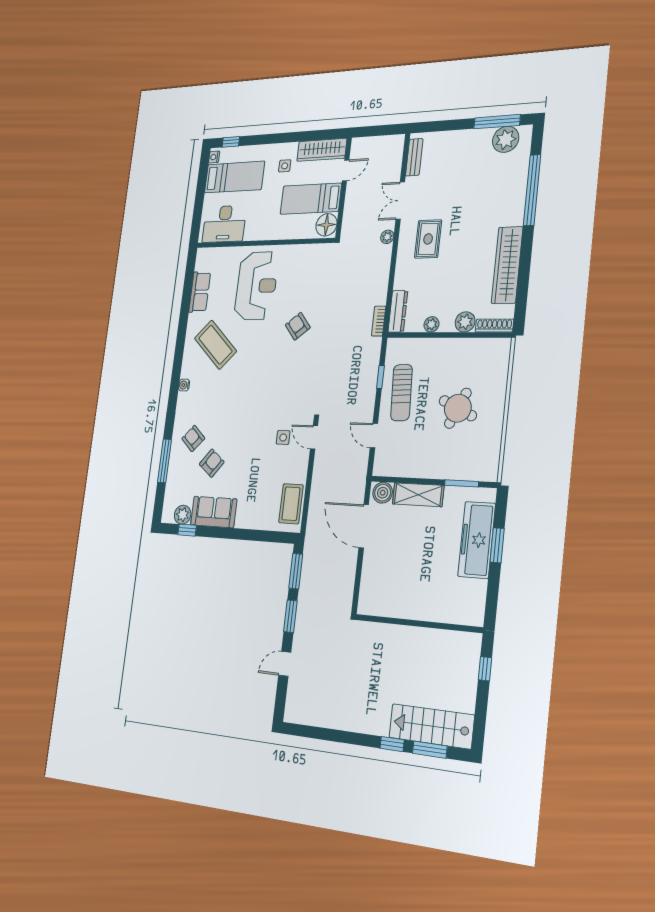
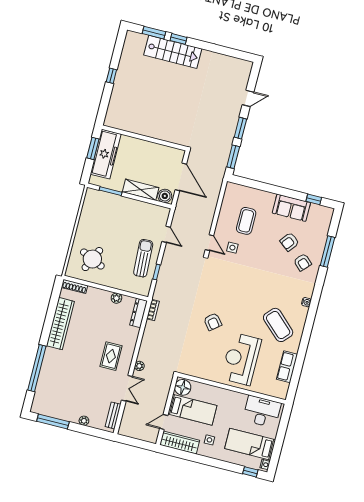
plant: (506, 139) -> (84, 421), moved, width x0.53, depth x0.53
plant: (465, 322) -> (94, 294), removed
round table: (458, 408) -> (92, 259), moved
coffee table: (291, 504) -> (246, 221), moved
plant: (183, 515) -> (316, 211), removed
wall: (418, 623) -> (144, 138), moved
stairs: (431, 726) -> (173, 52), moved

